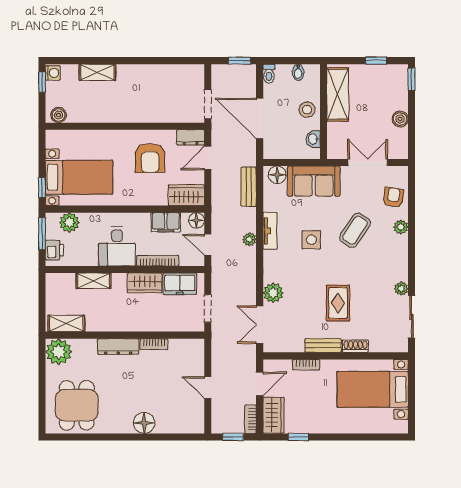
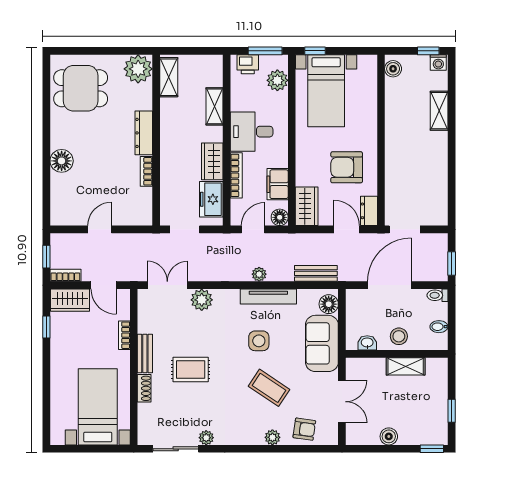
shelving: (338, 94) -> (406, 366), width x0.67, depth x0.75
tv unit: (270, 231) -> (268, 296), width x1.41

